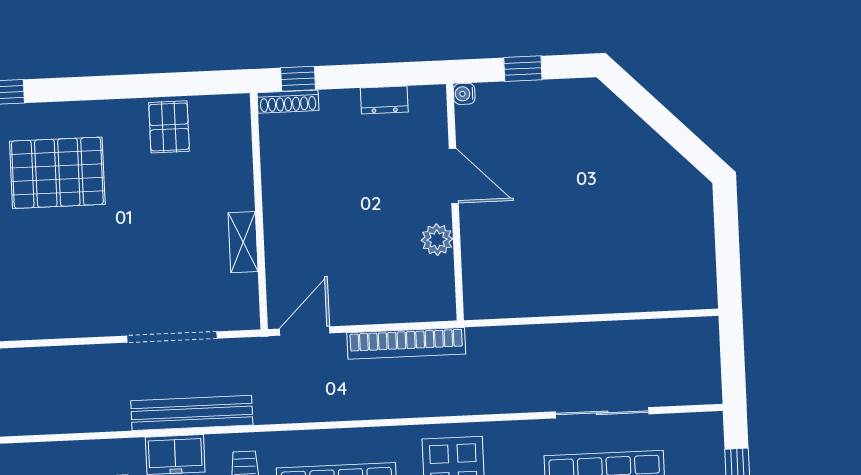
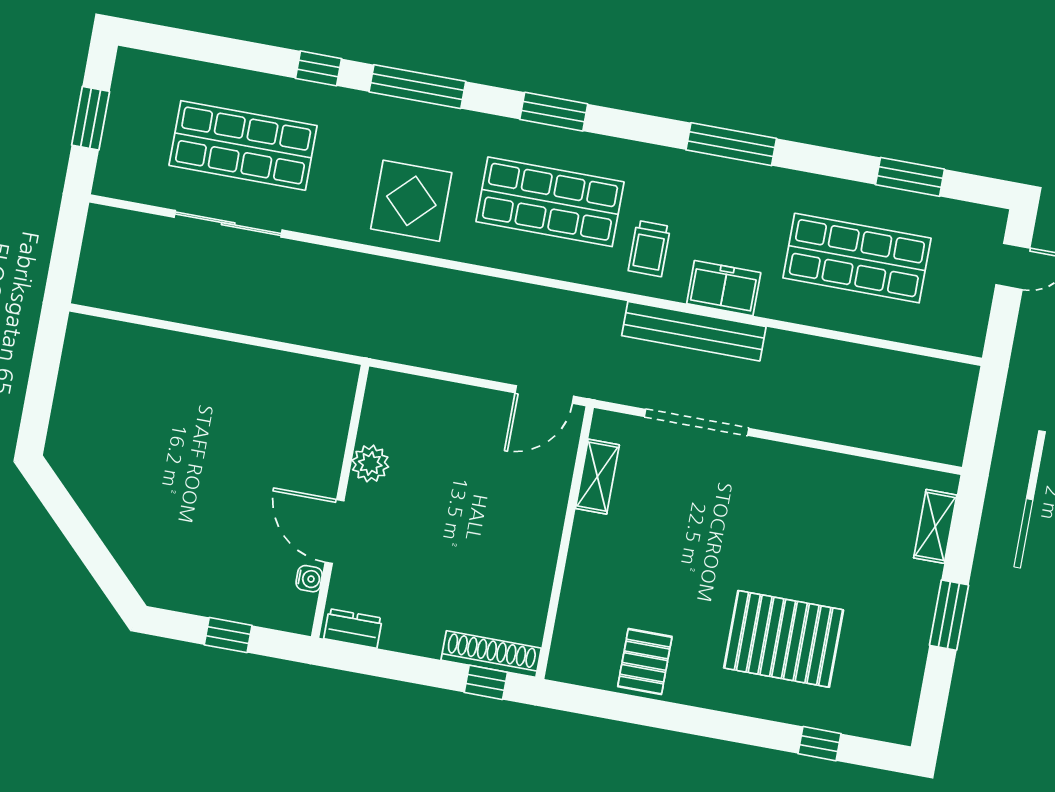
water cooler: (464, 94) -> (309, 579), moved
dresser: (384, 100) -> (353, 628), moved
shoe rack: (288, 102) -> (491, 654), width x1.36, depth x1.24
shelving: (243, 242) -> (597, 477), moved
bookcase: (406, 343) -> (432, 354), removed

